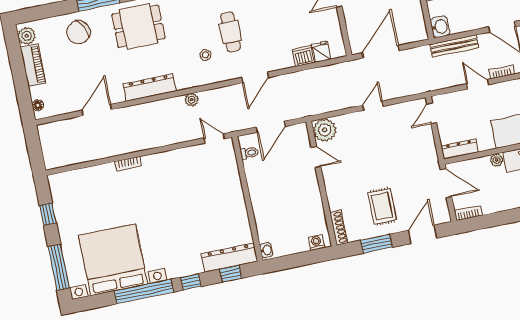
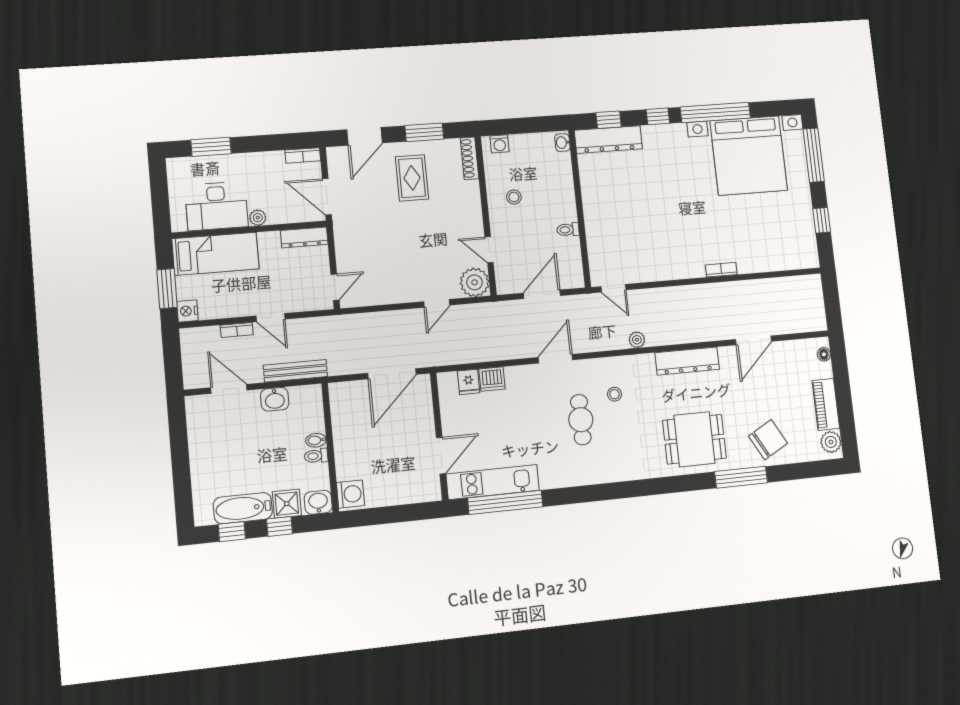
washbasin: (440, 27) -> (275, 399), moved, turned -90
door: (373, 106) -> (437, 303), moved
toilet: (249, 153) -> (568, 230), moved
stool: (301, 201) -> (514, 197), added

